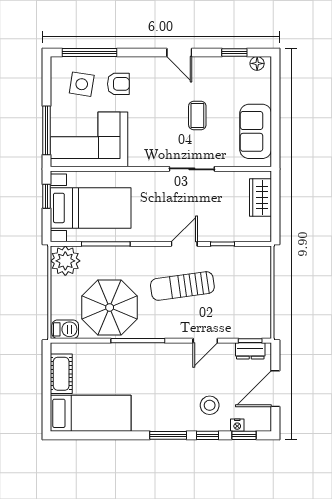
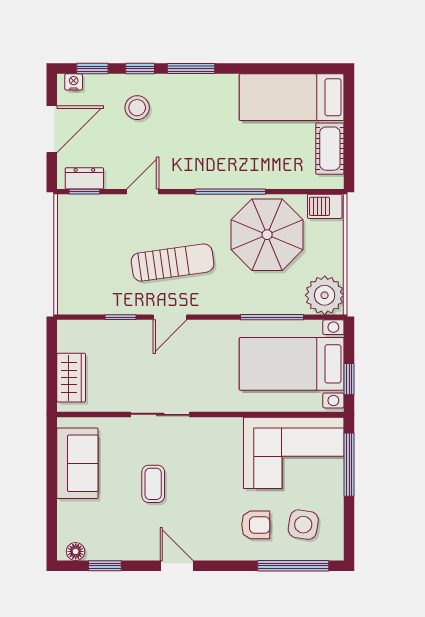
armchair: (118, 84) -> (256, 525), turned 180
nightstand: (237, 425) -> (74, 82), moved

